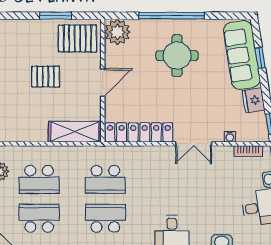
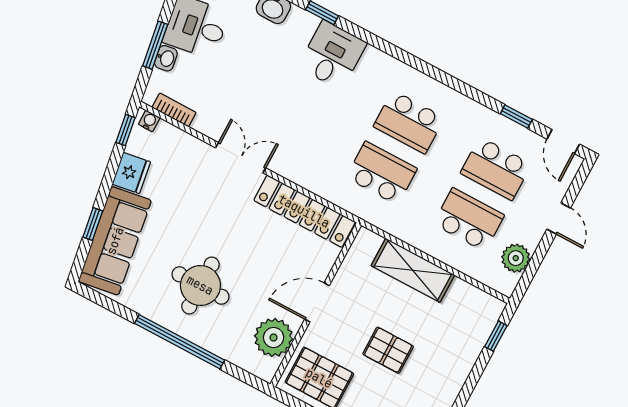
plant: (117, 32) -> (274, 338), moved
shelving: (75, 132) -> (413, 270), moved
water cooler: (230, 137) -> (149, 121), moved

